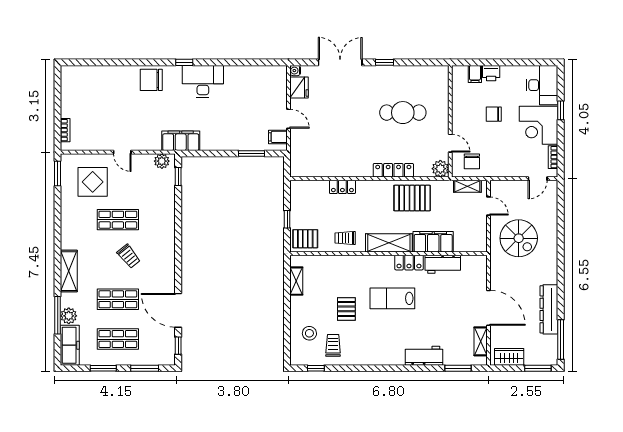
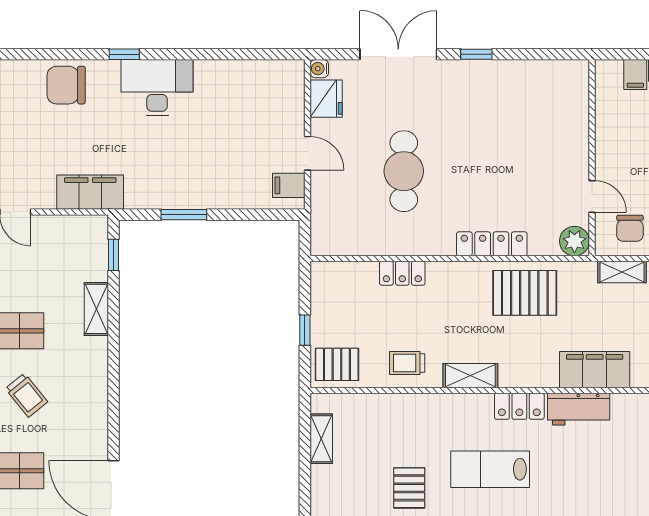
cafe table: (403, 113) -> (404, 171), moved, turned 90
filing cabinet: (181, 141) -> (90, 192), moved
window: (252, 154) -> (184, 215), moved
plant: (162, 161) -> (85, 228), removed
shelving: (168, 207) -> (96, 309), added
filing cabinet: (433, 242) -> (595, 370), moved
shelving: (389, 243) -> (470, 376), width x0.67, depth x0.75

